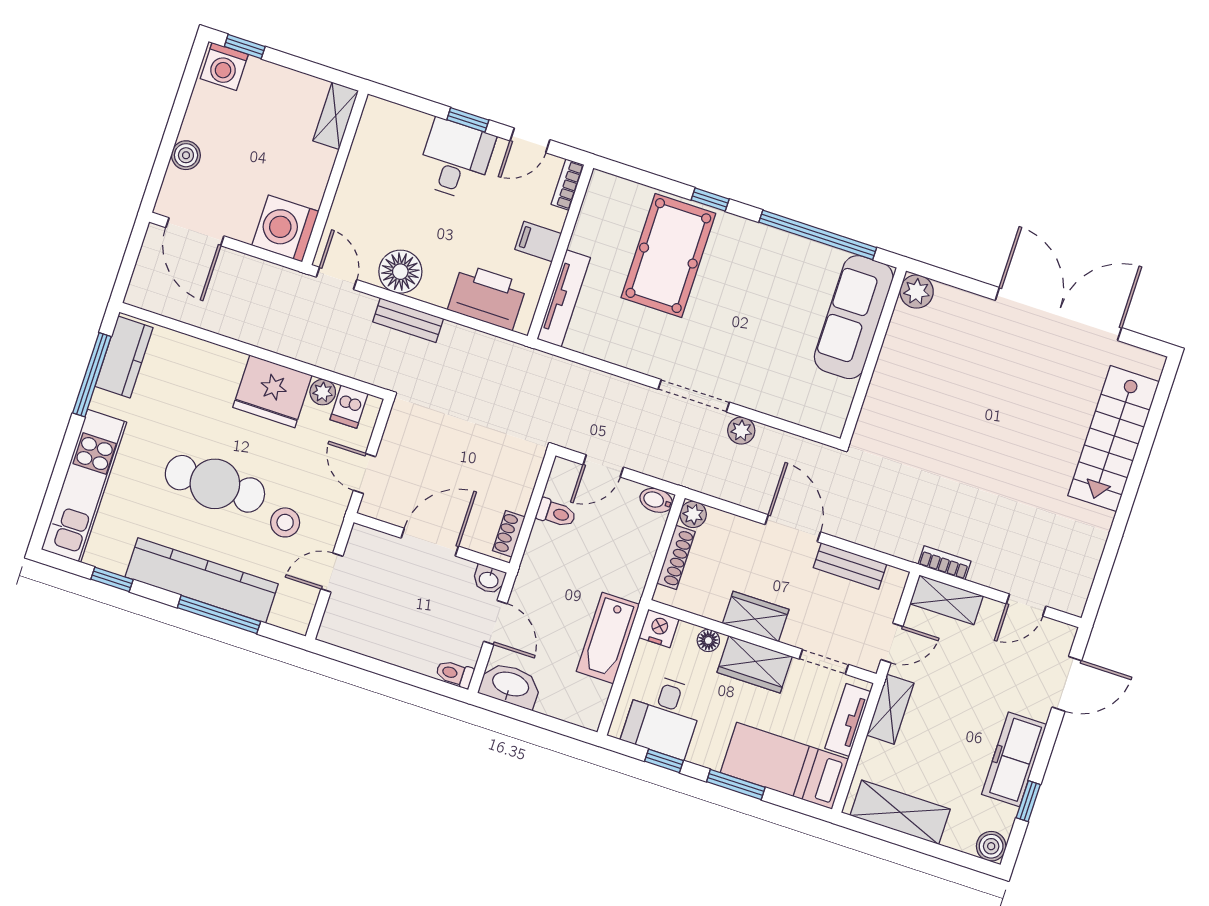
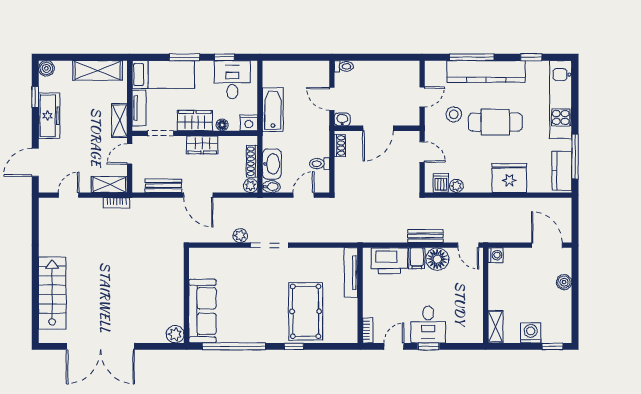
washing machine: (224, 67) -> (531, 333), moved
washing machine: (285, 228) -> (496, 255), width x0.53, depth x0.53
filing cabinet: (538, 241) -> (417, 258), moved, turned 90
fridge: (272, 391) -> (509, 178), moved
washbasin: (510, 685) -> (272, 164), moved, turned -90

